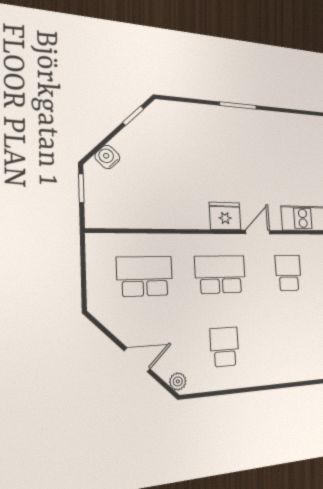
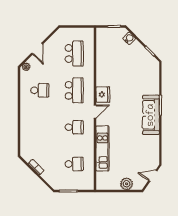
sofa: (256, 125) -> (151, 115), added
door: (258, 232) -> (95, 112), hinge flipped

